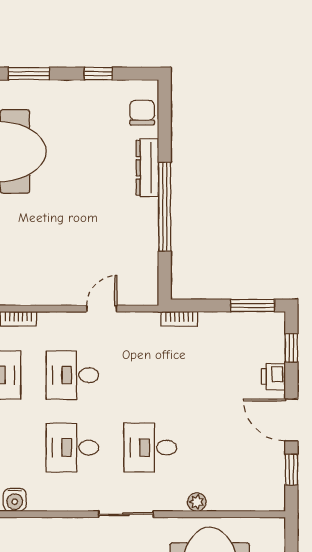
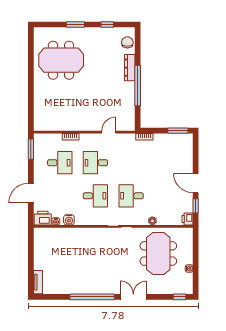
window: (291, 348) -> (196, 150), removed
printer: (273, 377) -> (188, 219), moved
desk: (72, 448) -> (95, 196), turned 180

